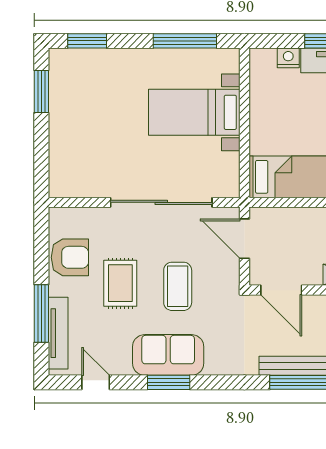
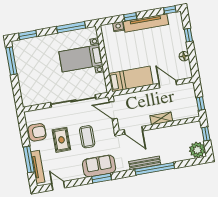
window: (41, 92) -> (11, 61), width x1.44
sofa: (168, 355) -> (99, 166), moved
window: (169, 382) -> (102, 178), moved

